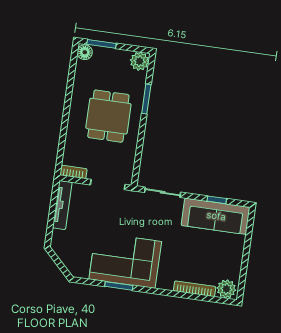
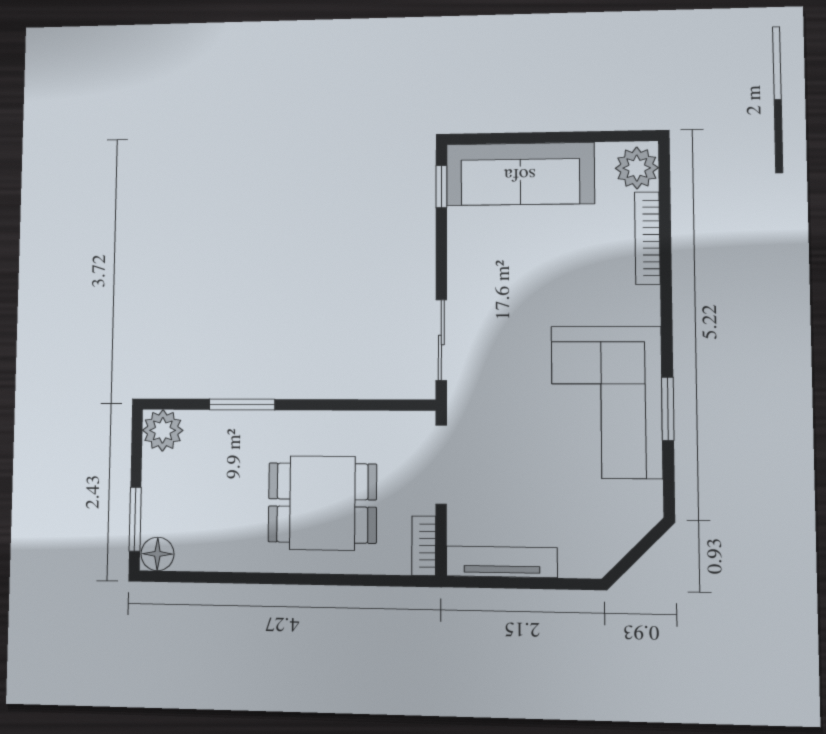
dining table: (108, 116) -> (322, 503), moved
window: (217, 200) -> (441, 187), moved
sofa: (216, 216) -> (520, 174), moved, turned 90

